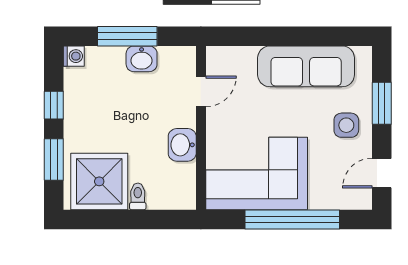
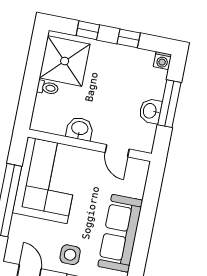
window: (54, 159) -> (88, 30), width x0.67

